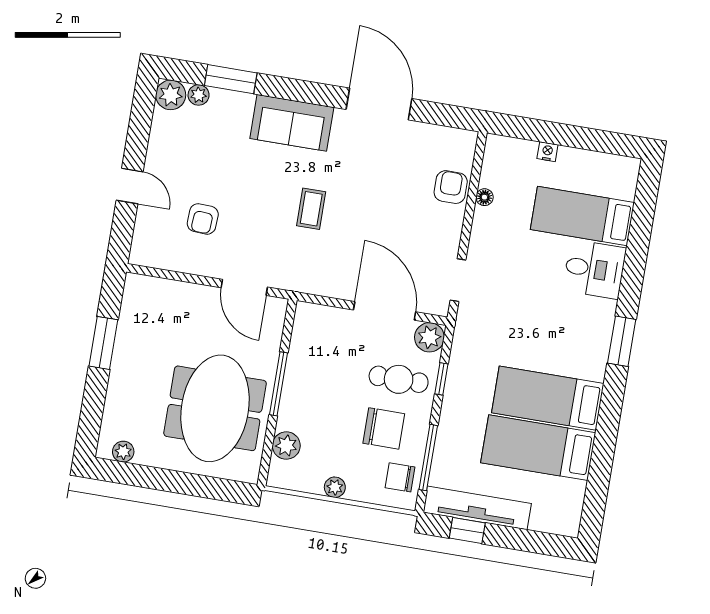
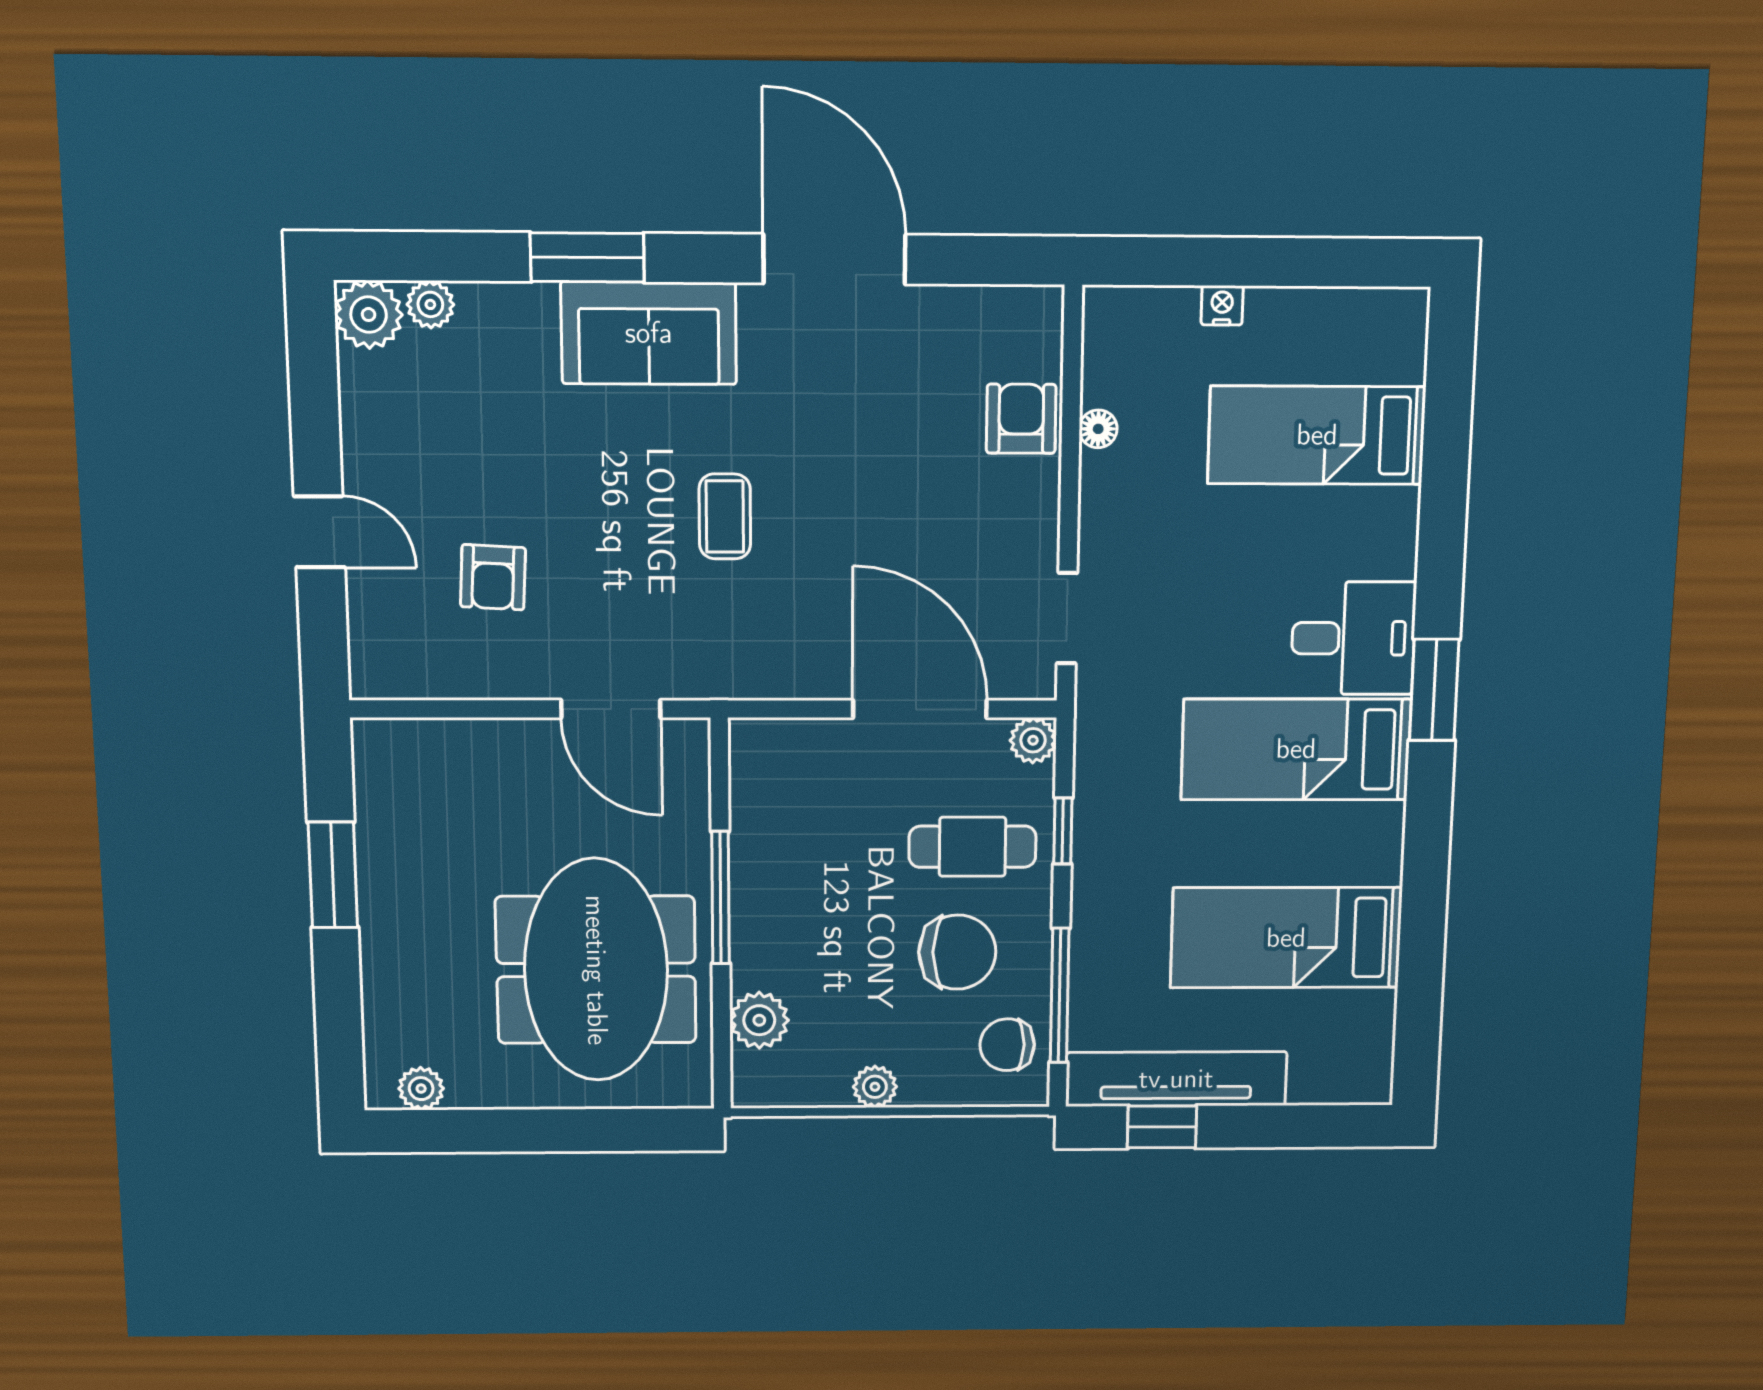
window: (231, 79) -> (587, 257), moved
desk: (594, 269) -> (1353, 638), moved
plant: (429, 337) -> (1033, 740), width x0.73, depth x0.73
bed: (548, 398) -> (1296, 749), moved

